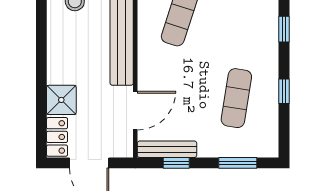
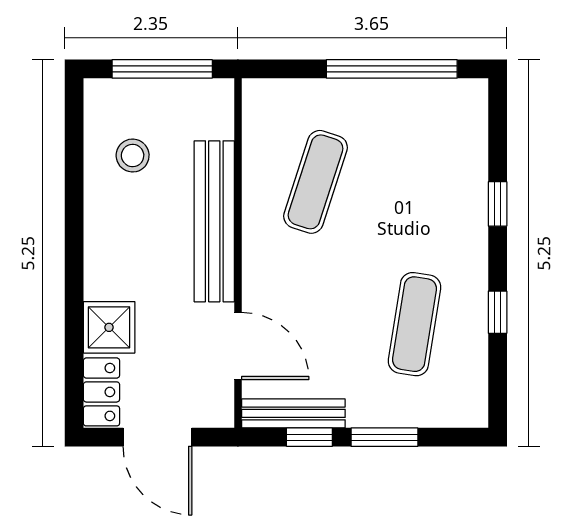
door: (135, 111) -> (238, 346), hinge flipped
window: (238, 163) -> (384, 437), moved

